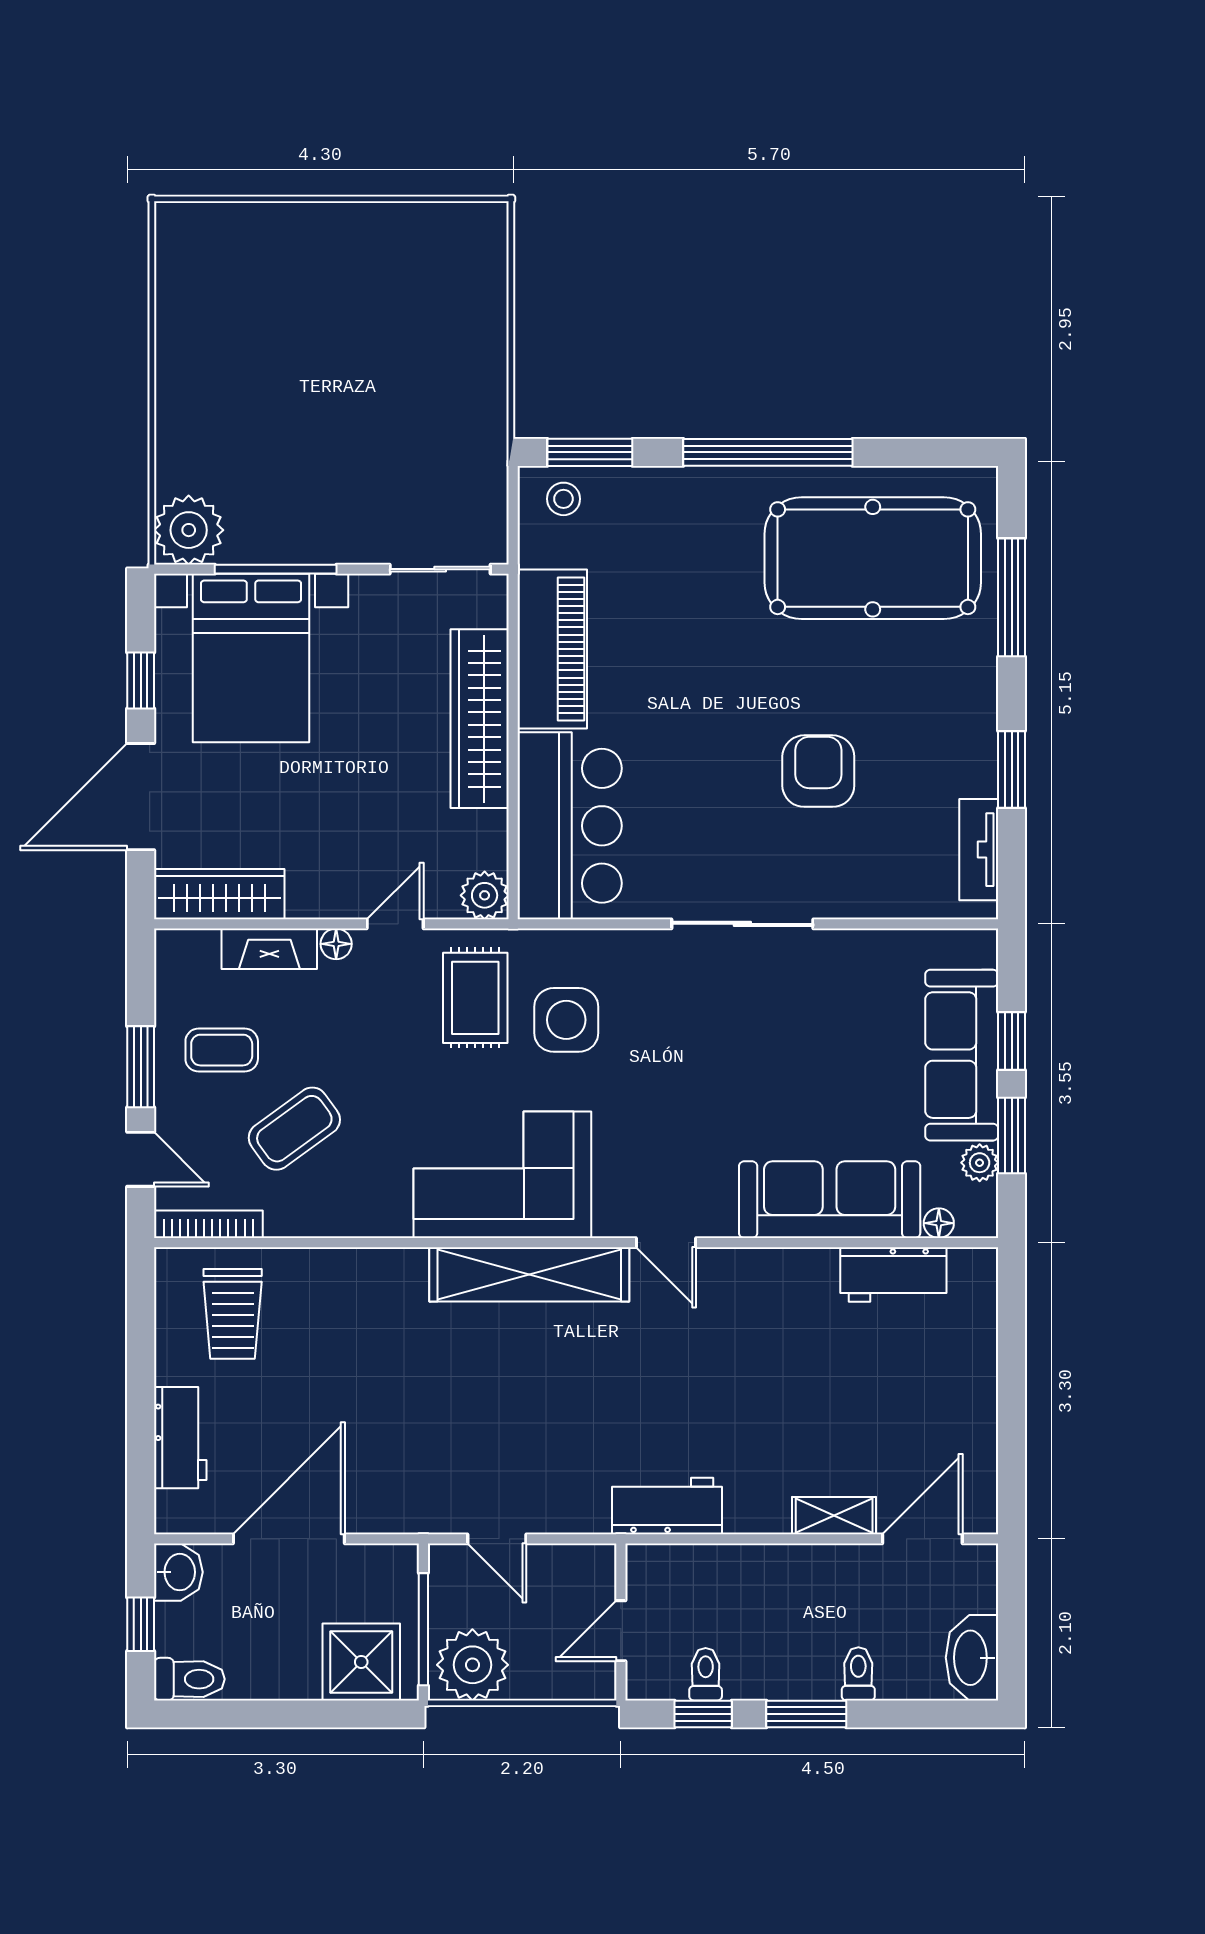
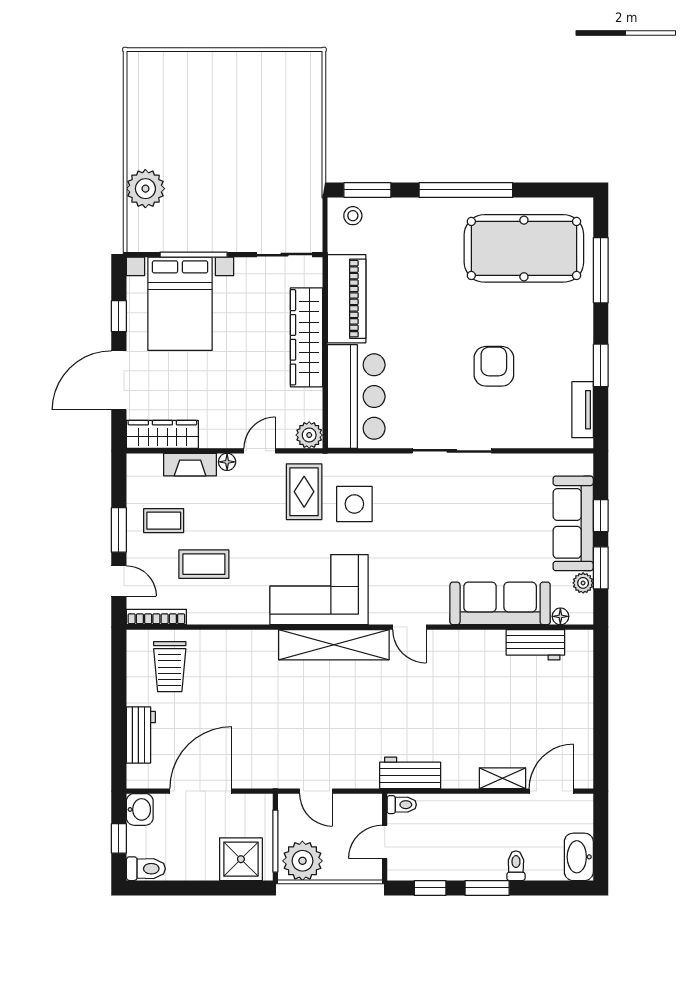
plant: (189, 530) -> (145, 189), moved
coffee table: (294, 1129) -> (204, 564), turned 36
toilet: (706, 1674) -> (402, 805), moved, turned 90

